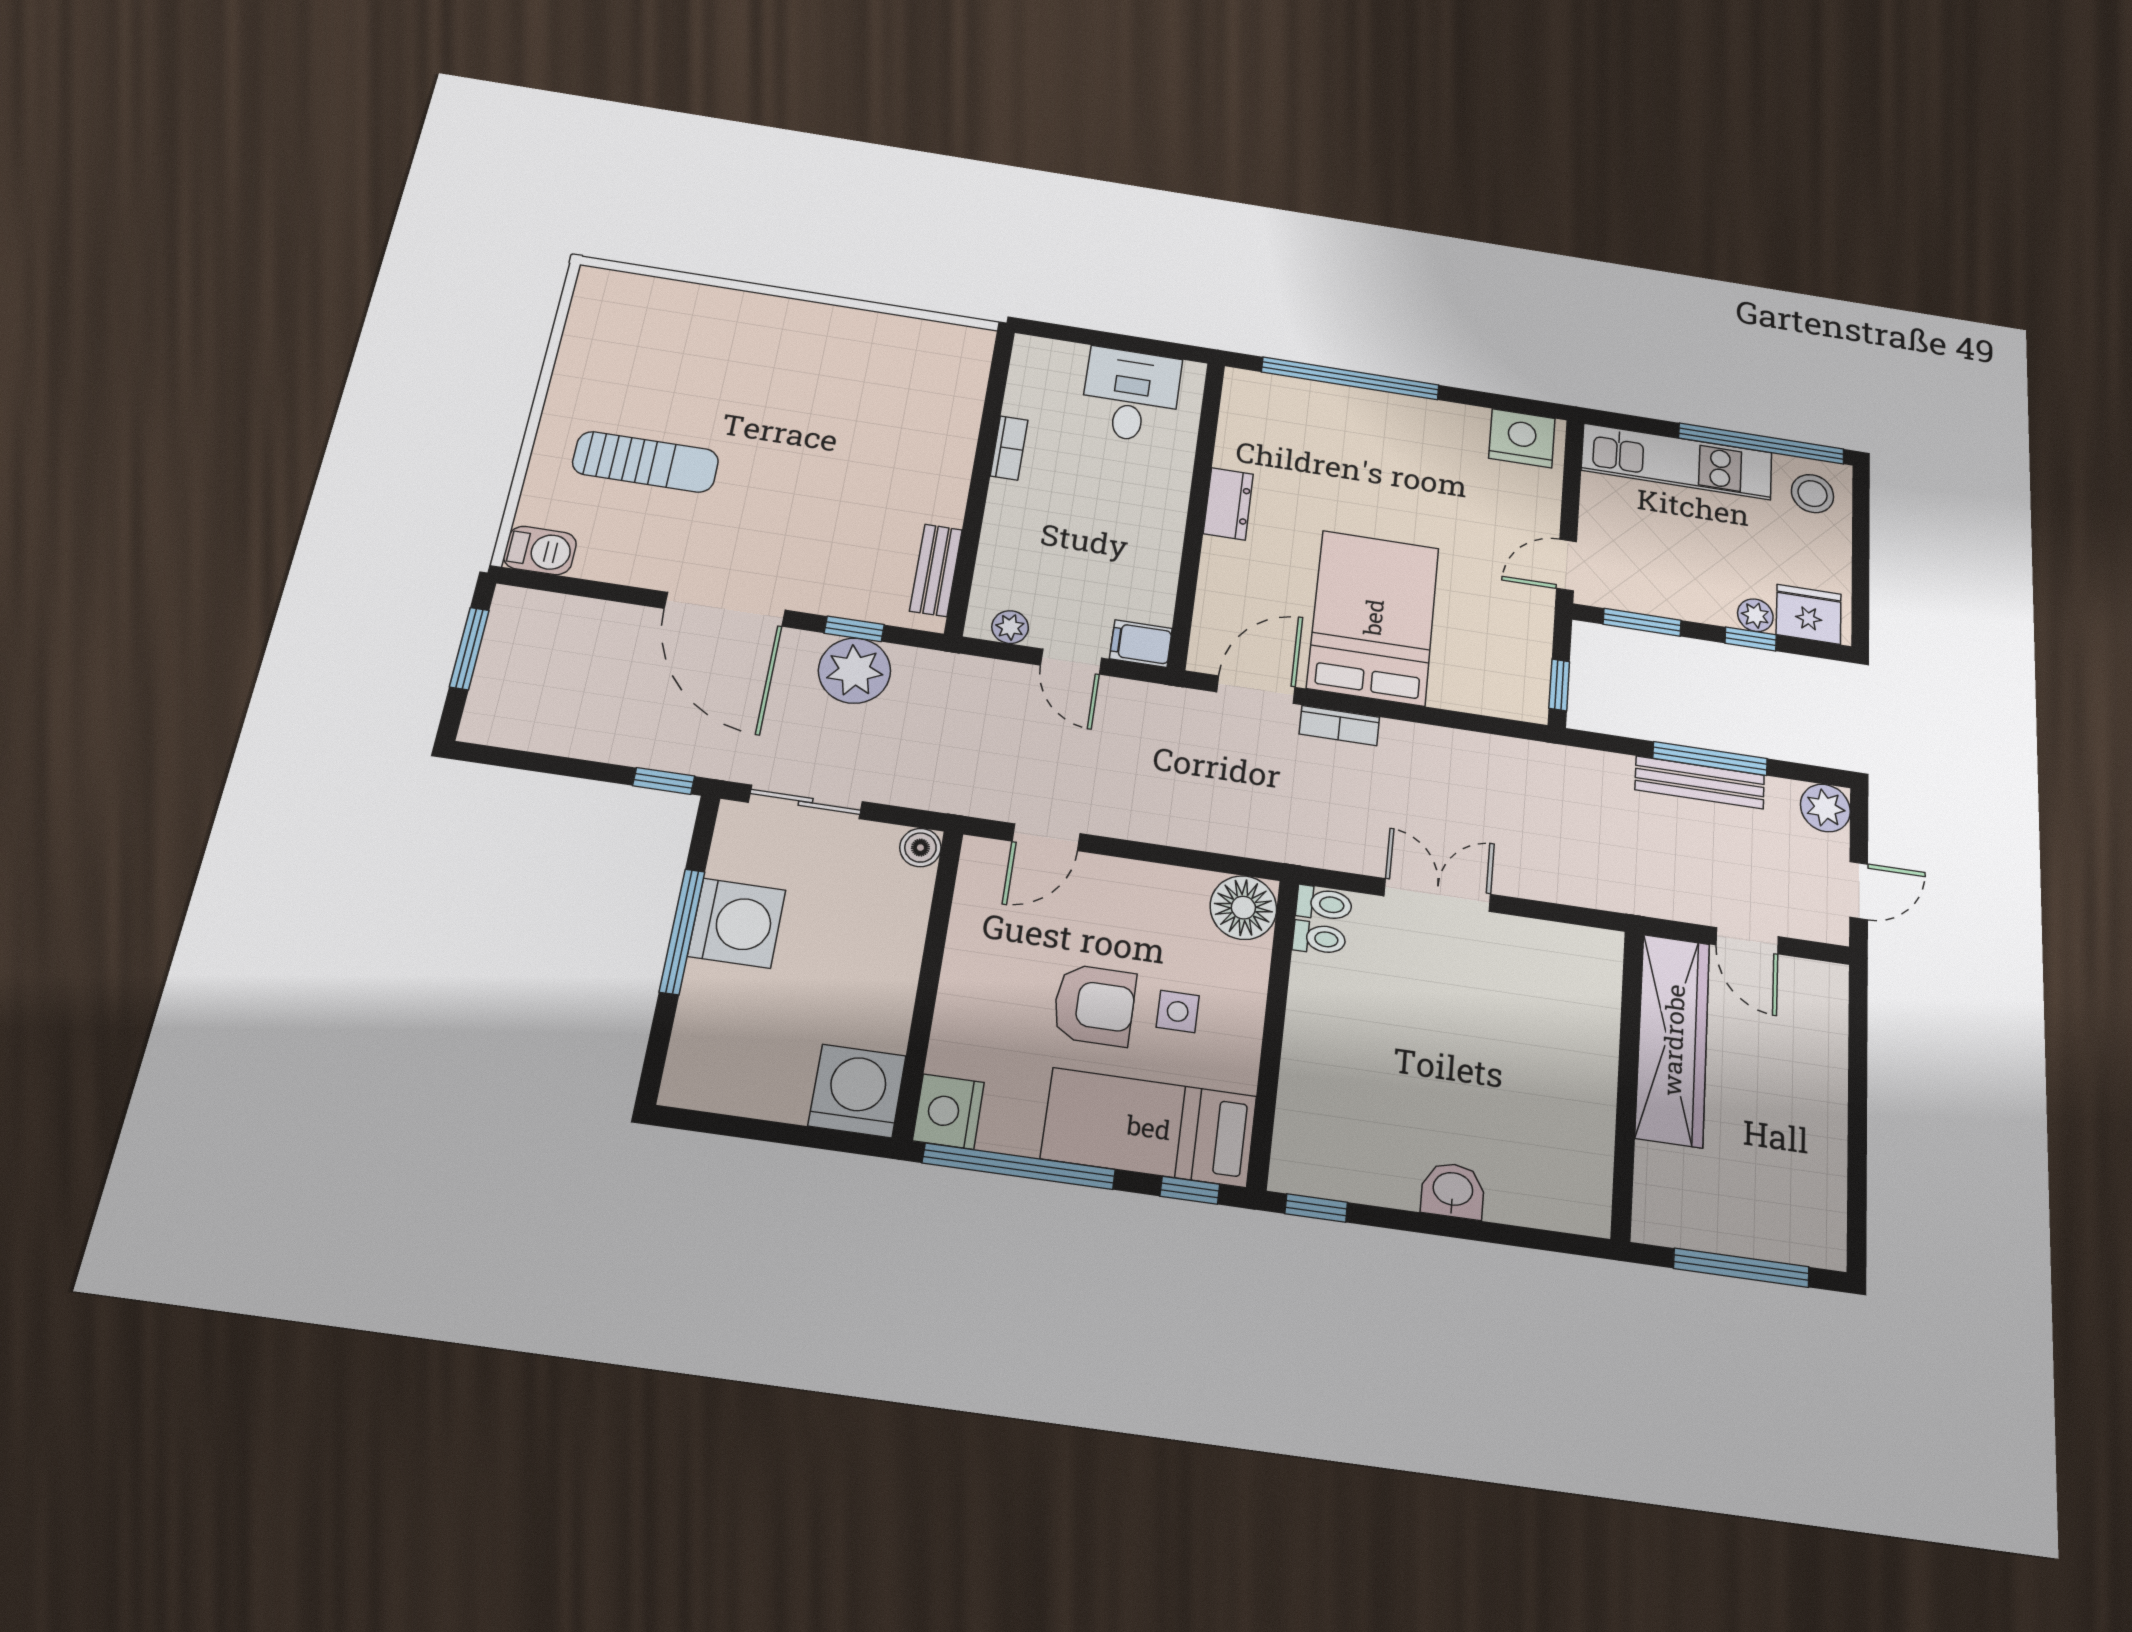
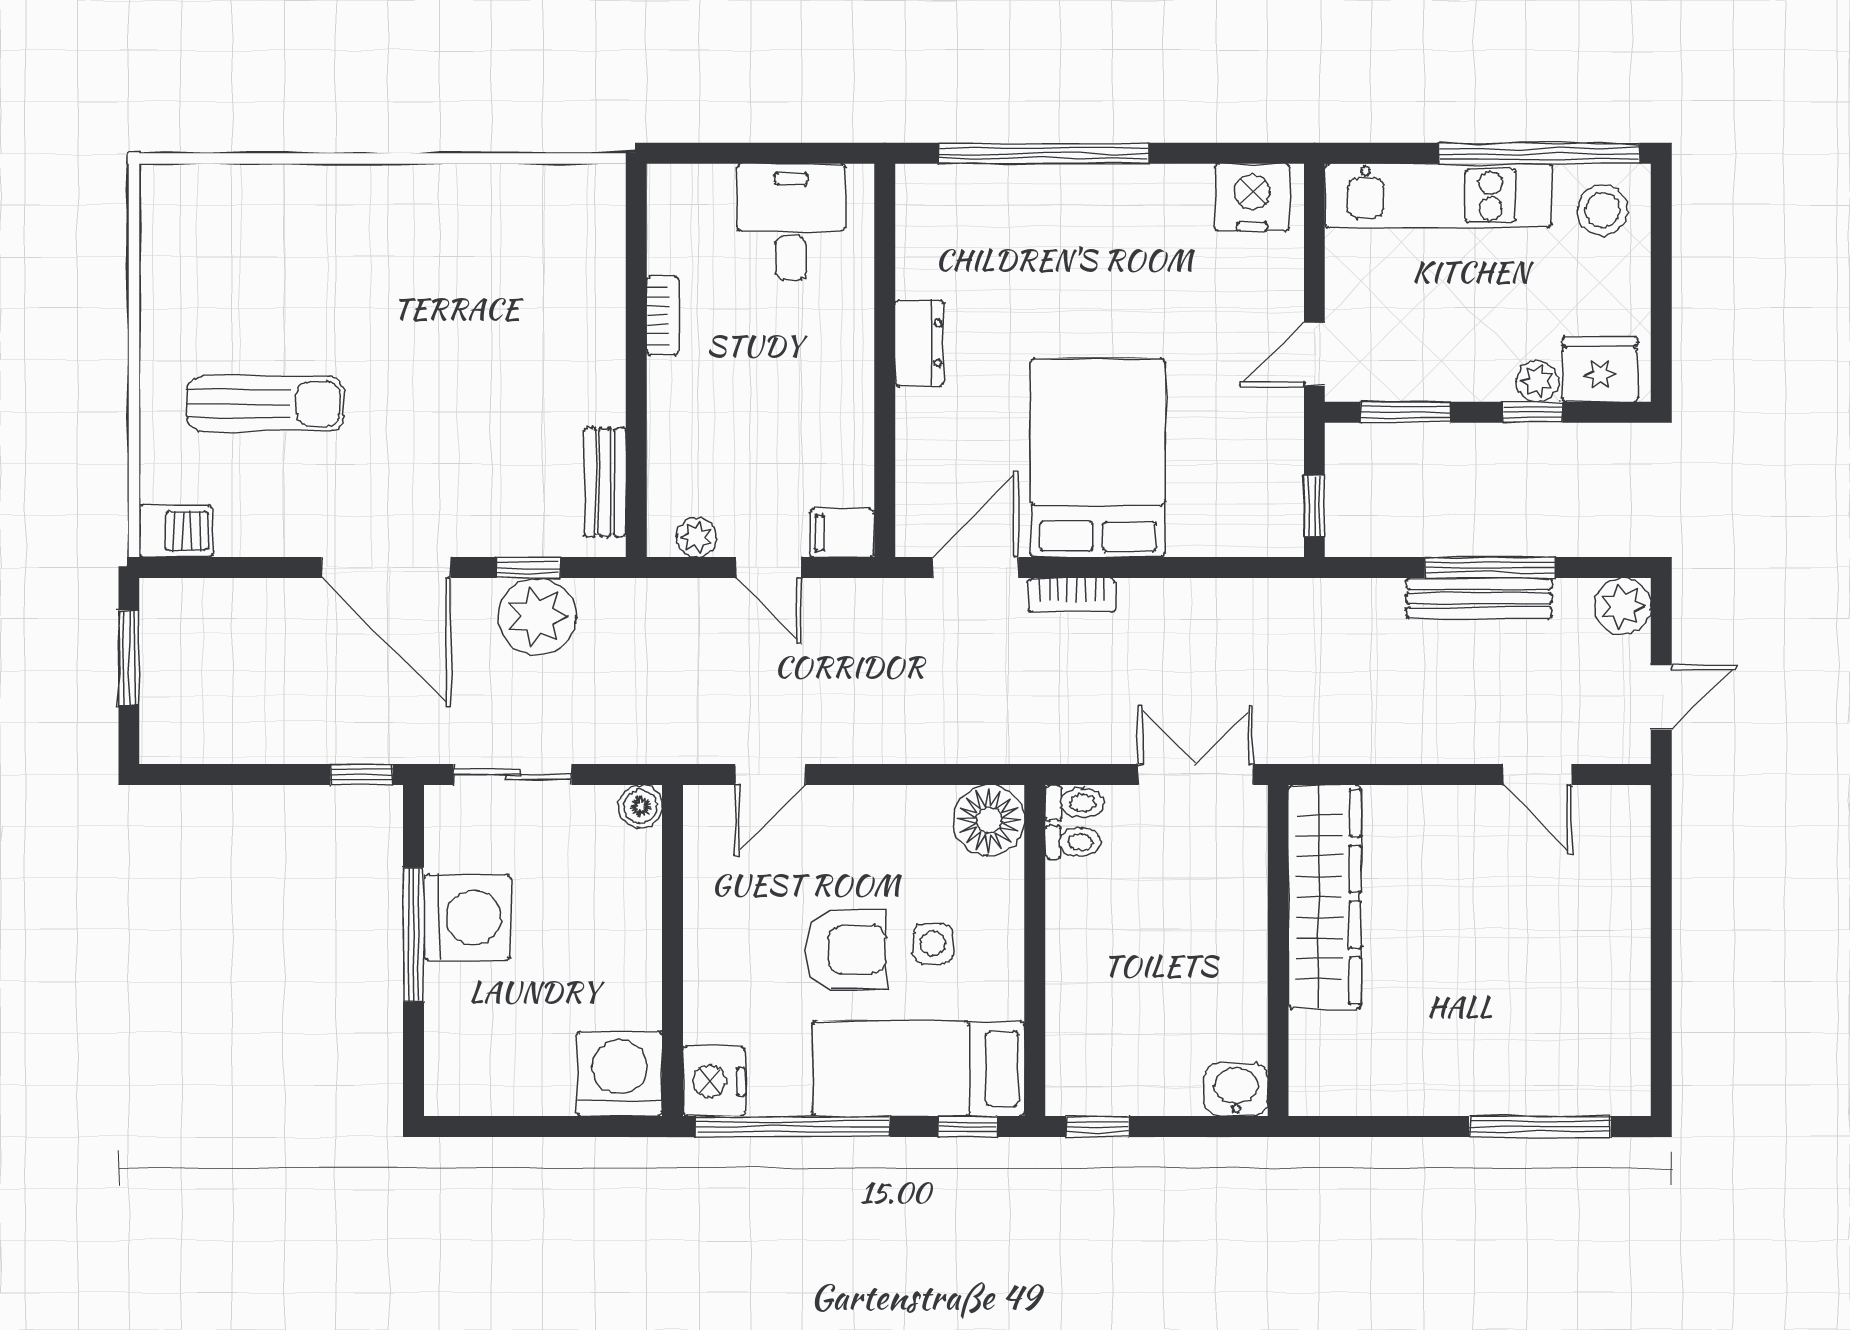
wardrobe: (1673, 1040) -> (1325, 897), moved
wall: (1627, 1083) -> (1278, 951), moved

